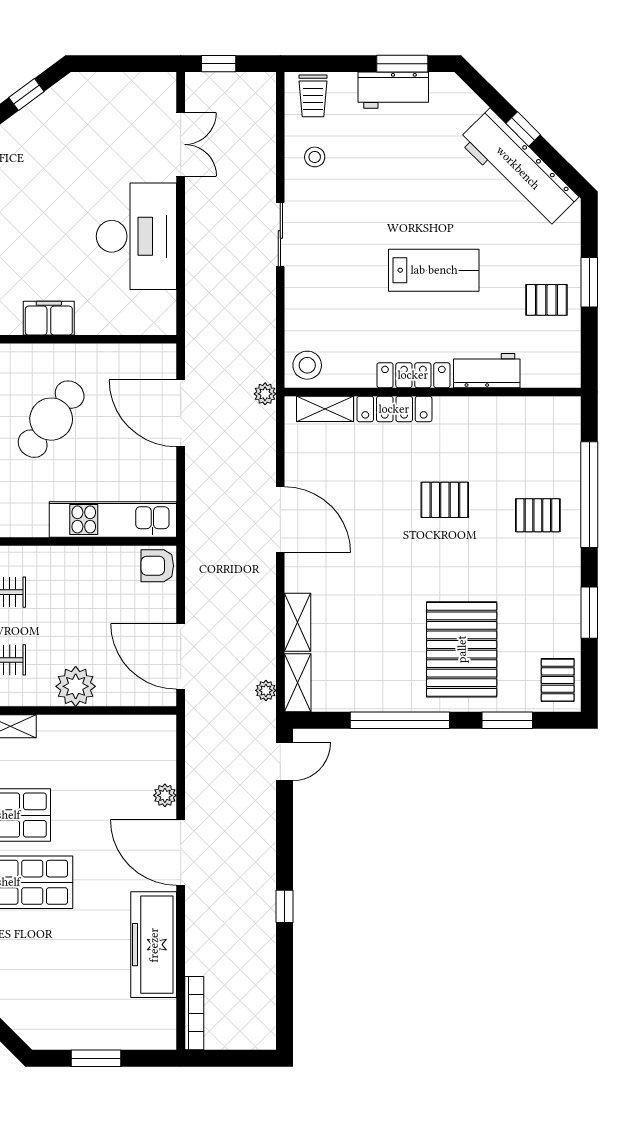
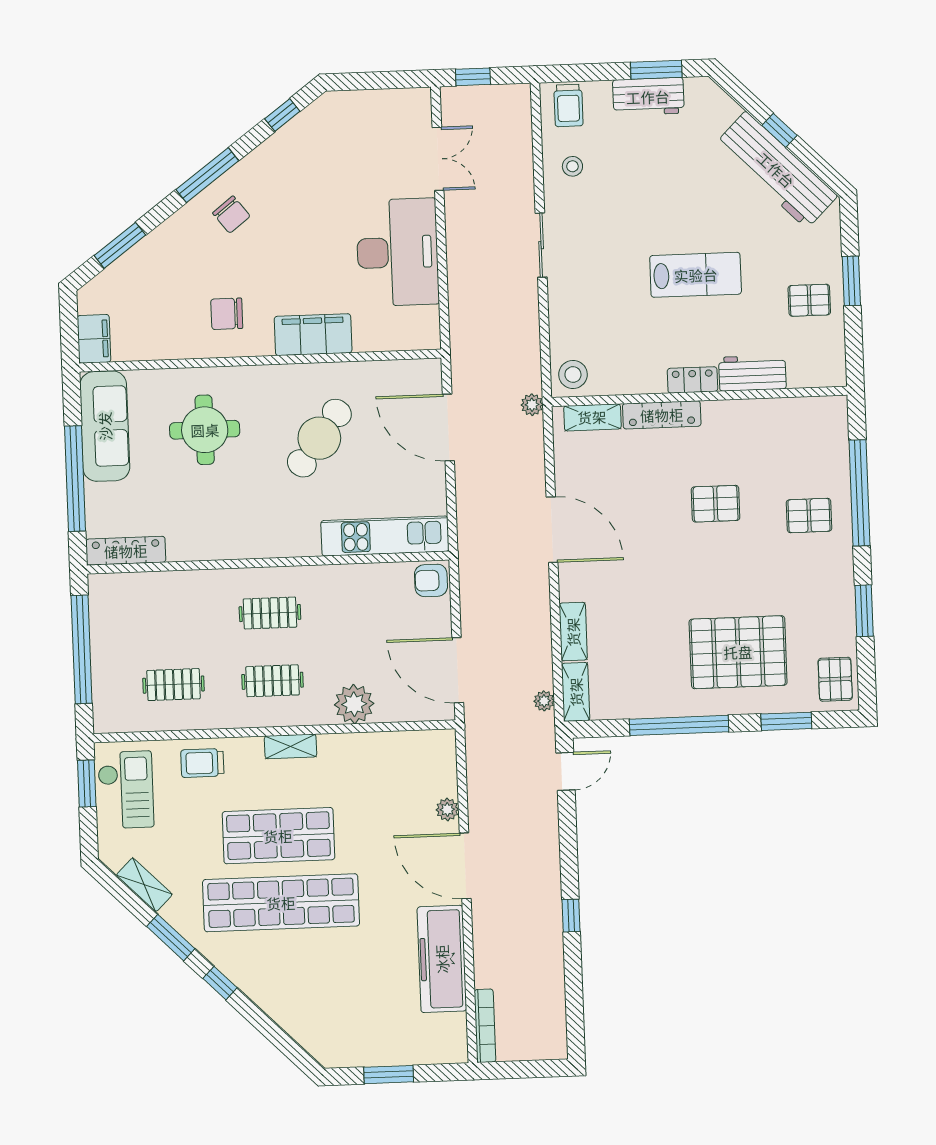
filing cabinet: (49, 318) -> (313, 335), width x1.50, depth x1.17
locker: (413, 375) -> (692, 380), width x0.66
pallet: (462, 649) -> (738, 652), turned 90

